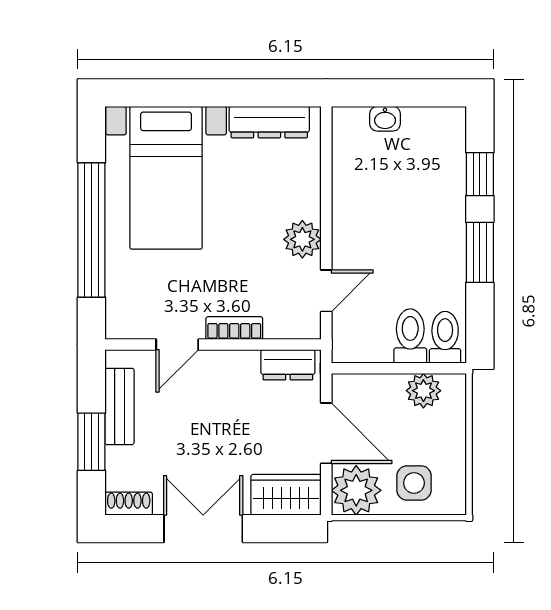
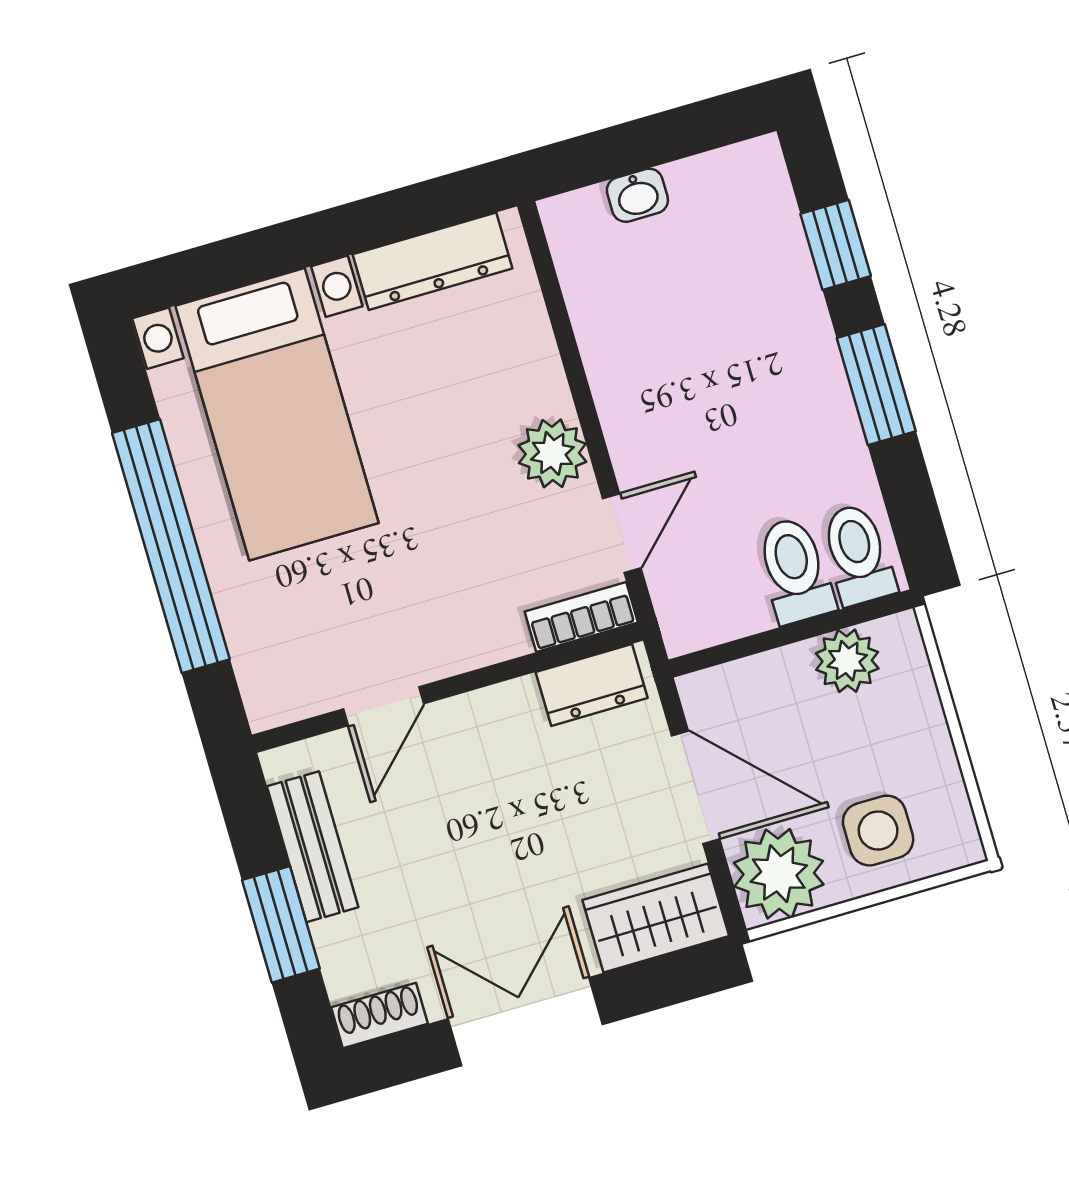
bookcase: (234, 328) -> (581, 617), moved

